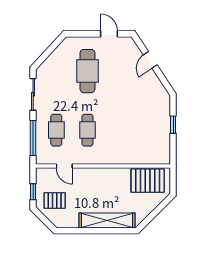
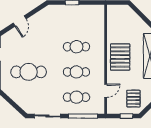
door: (150, 60) -> (20, 21), hinge flipped
cafe table: (119, 130) -> (76, 47), added
pallet: (148, 181) -> (120, 57), moved

